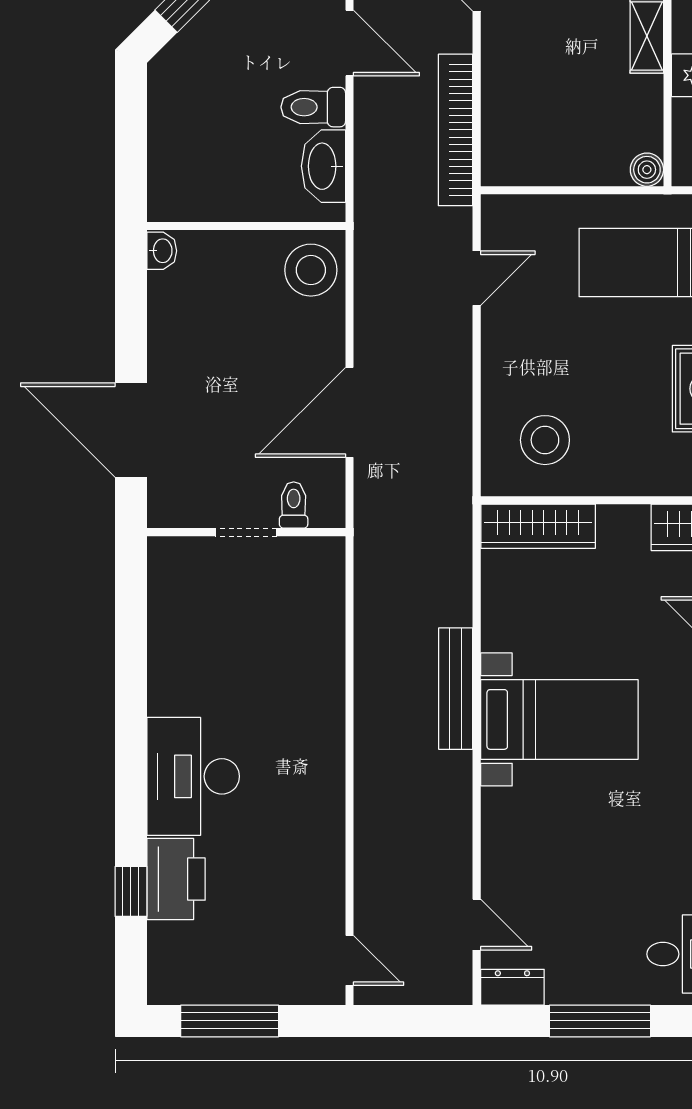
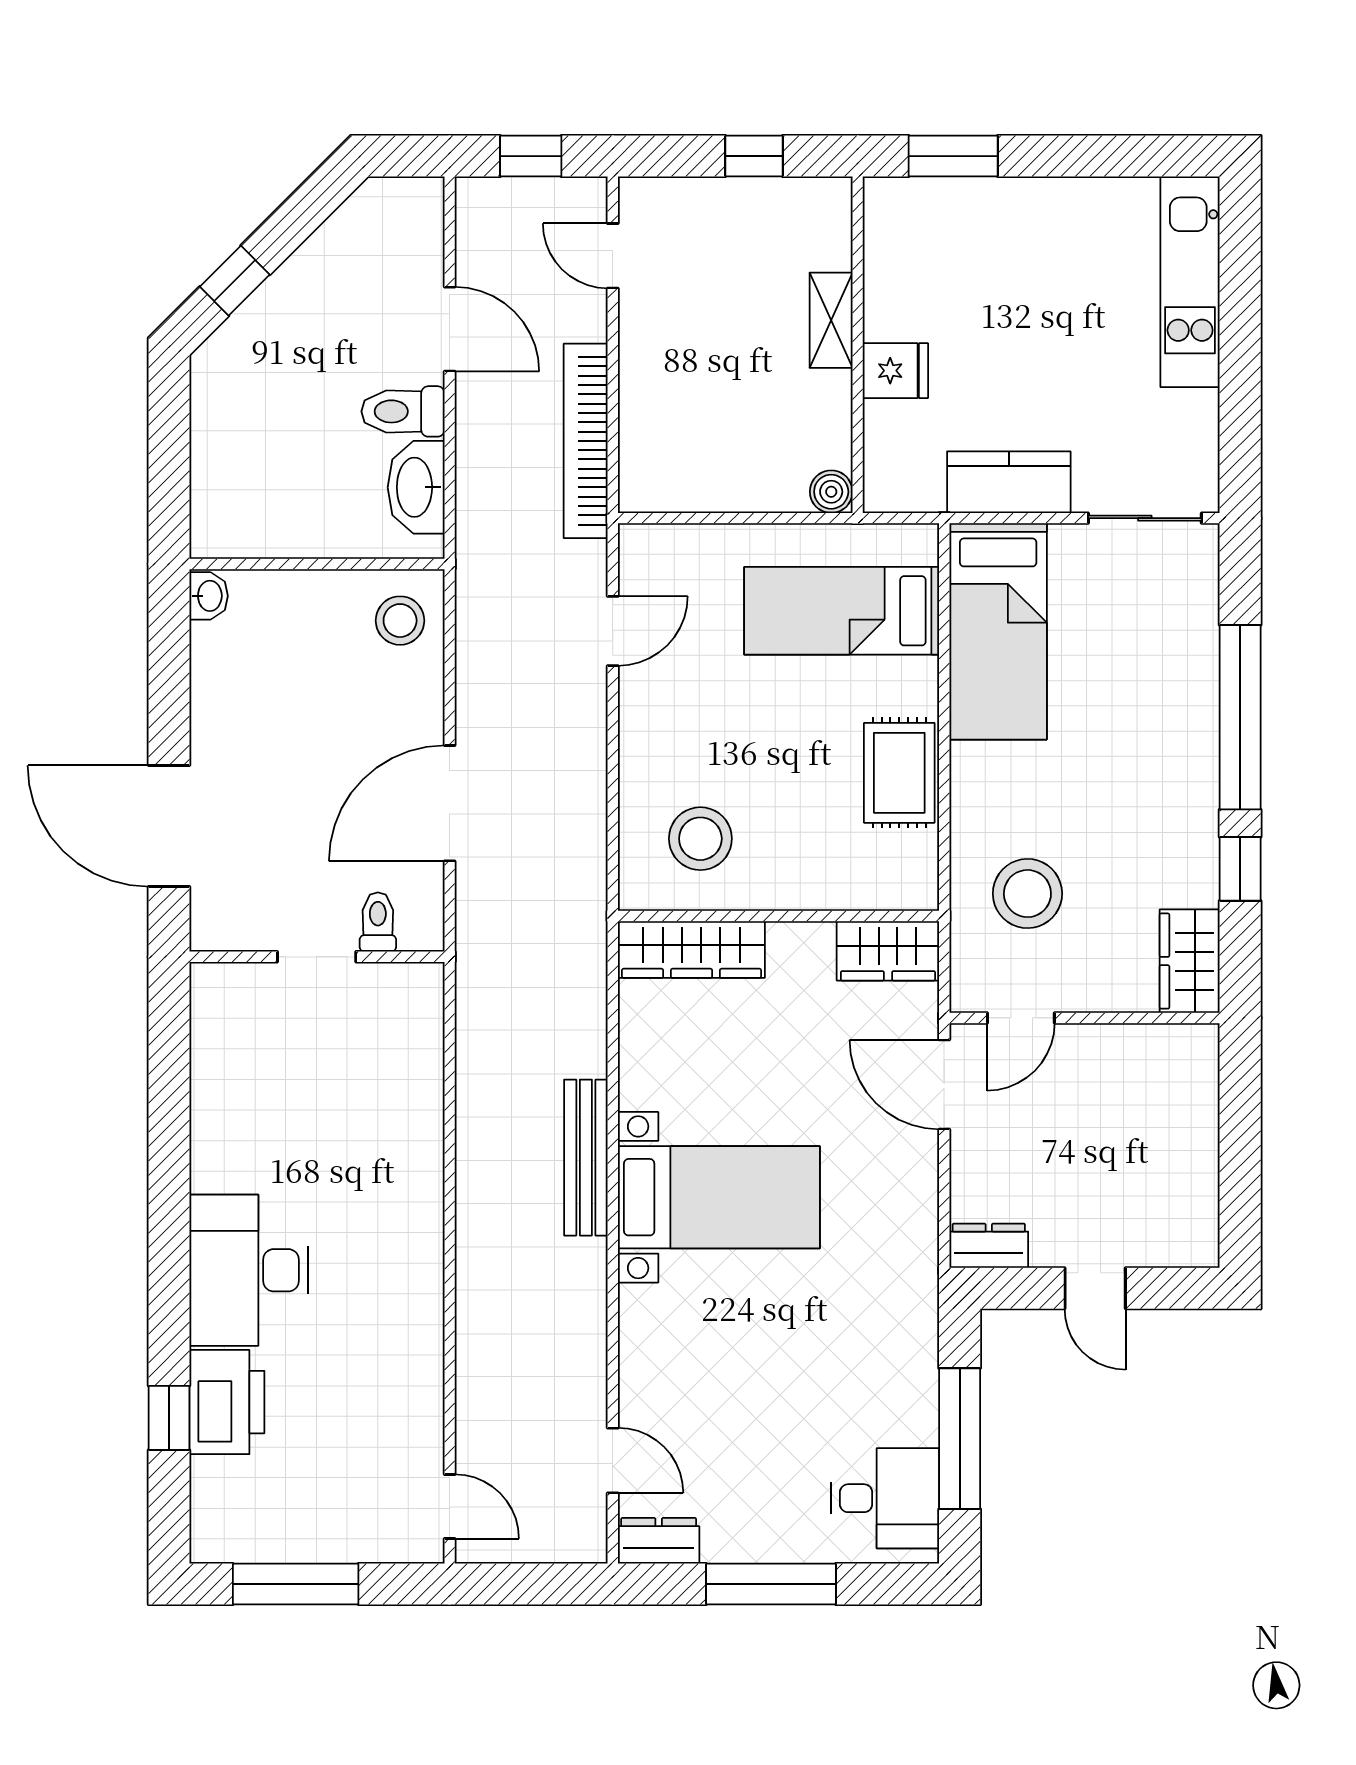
stool: (311, 270) -> (400, 621), width x0.73, depth x0.73

